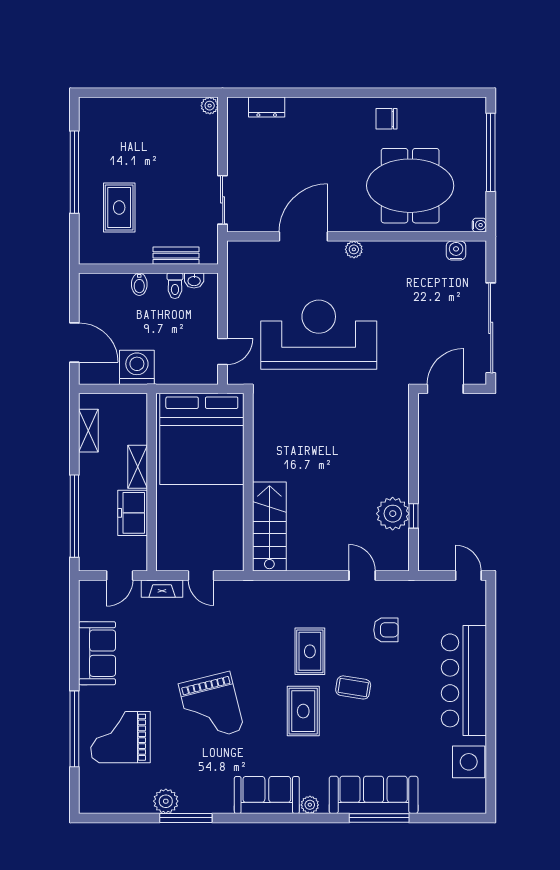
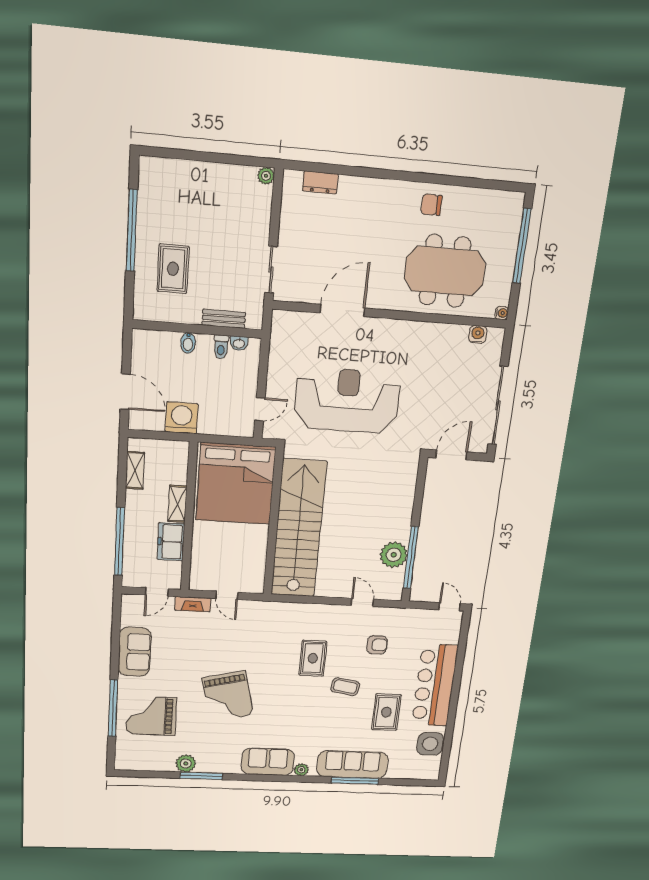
plant: (354, 249) -> (387, 326), removed
window: (413, 516) -> (411, 558), width x3.17
stairs: (269, 527) -> (299, 529), width x1.86, depth x1.51
rug: (303, 711) -> (386, 712), moved

